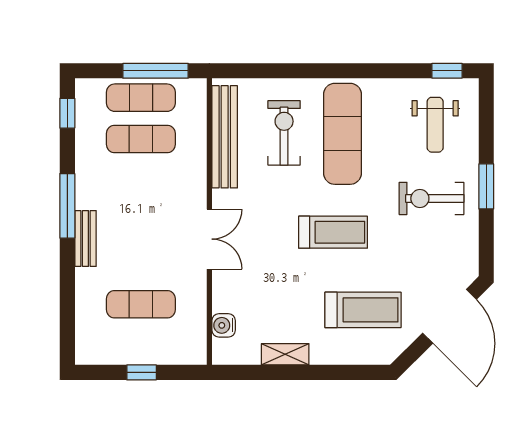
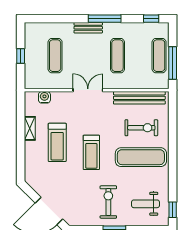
exercise mat: (141, 139) -> (117, 56), moved
double door: (209, 239) -> (88, 90), swing flipped
treadmill: (363, 310) -> (57, 142), moved

